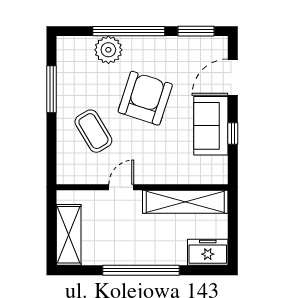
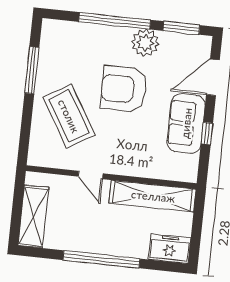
plant: (108, 50) -> (145, 43), moved
armchair: (145, 98) -> (124, 89), turned -108
coffee table: (93, 131) -> (69, 116), width x1.36, depth x1.32
door: (121, 187) -> (91, 175), swing flipped

